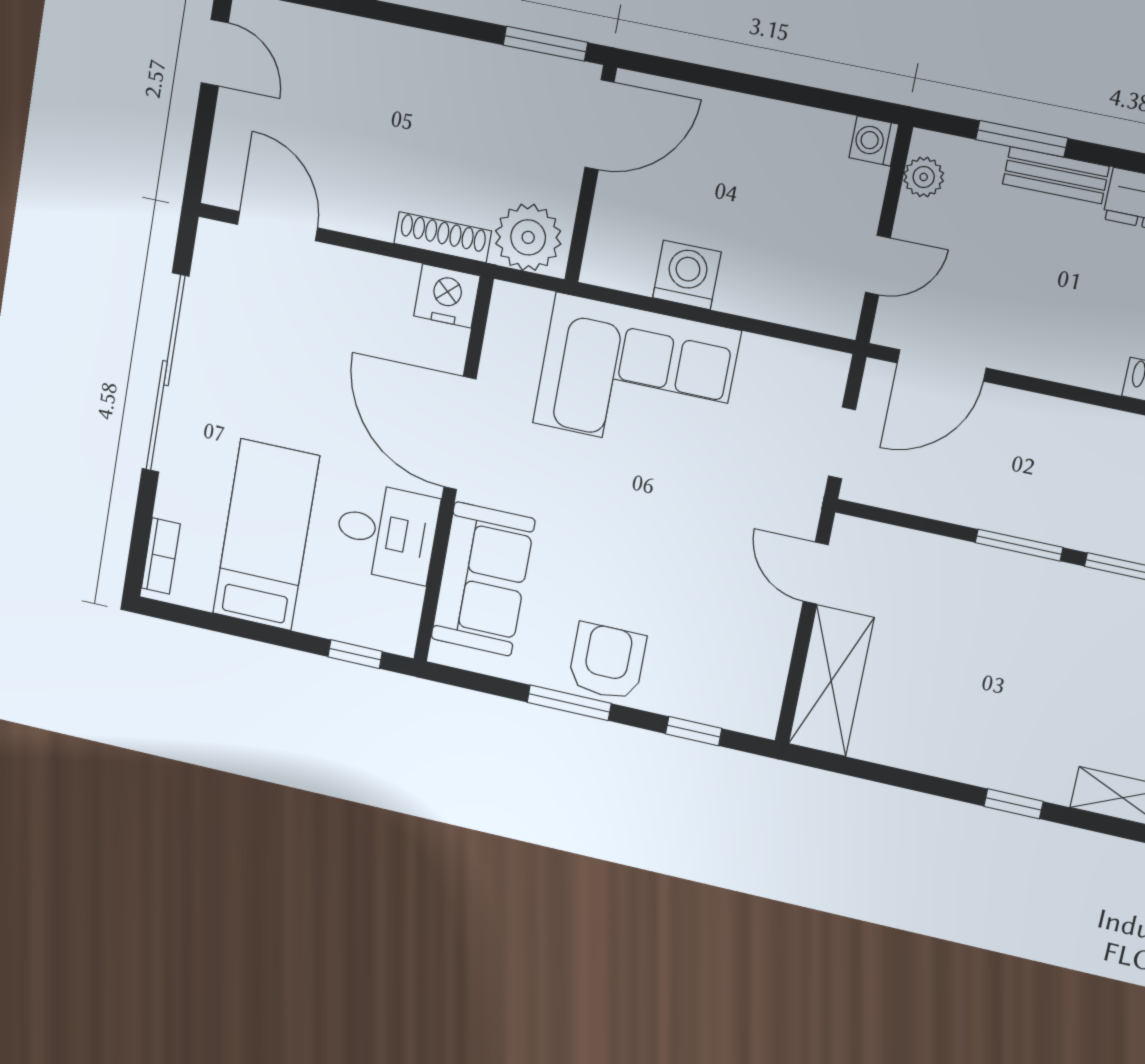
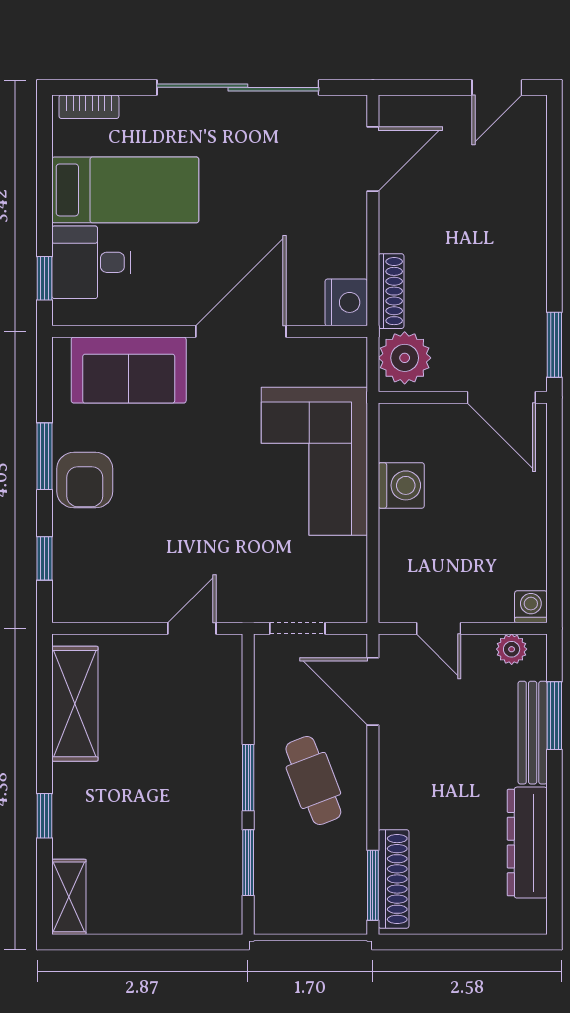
bench: (1056, 175) -> (533, 733), width x1.36
cafe table: (1040, 464) -> (313, 780), added
desk: (386, 532) -> (91, 262), moved, turned 90
armchair: (607, 662) -> (85, 480), turned 90
shelving: (831, 681) -> (75, 704), moved, turned 90

